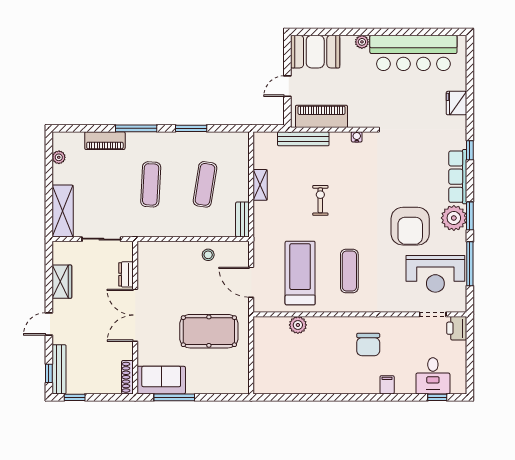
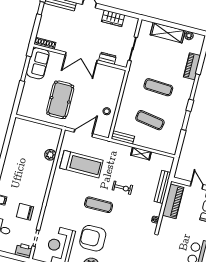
shelving: (63, 211) -> (168, 33), moved
exercise mat: (349, 271) -> (99, 205), moved
double door: (135, 315) -> (81, 58), swing flipped
chair: (368, 345) -> (25, 212), moved

